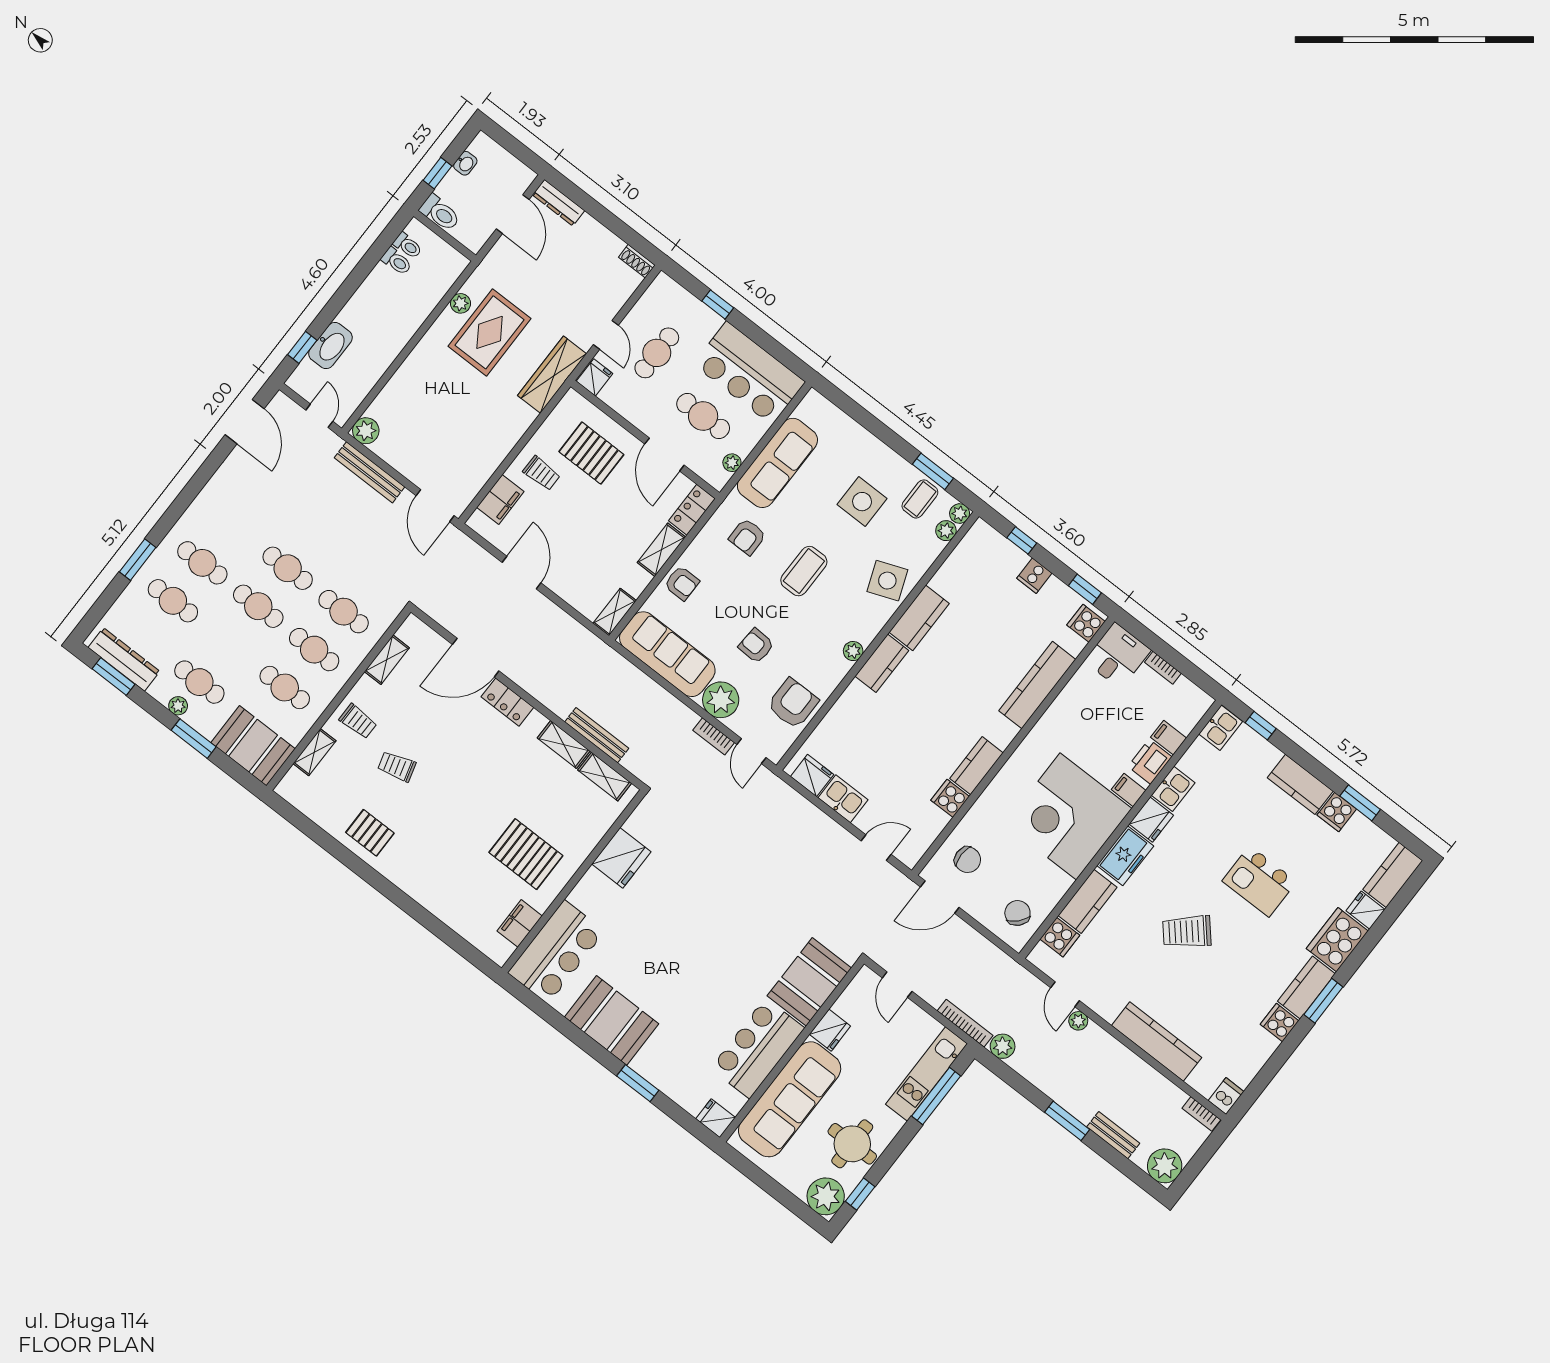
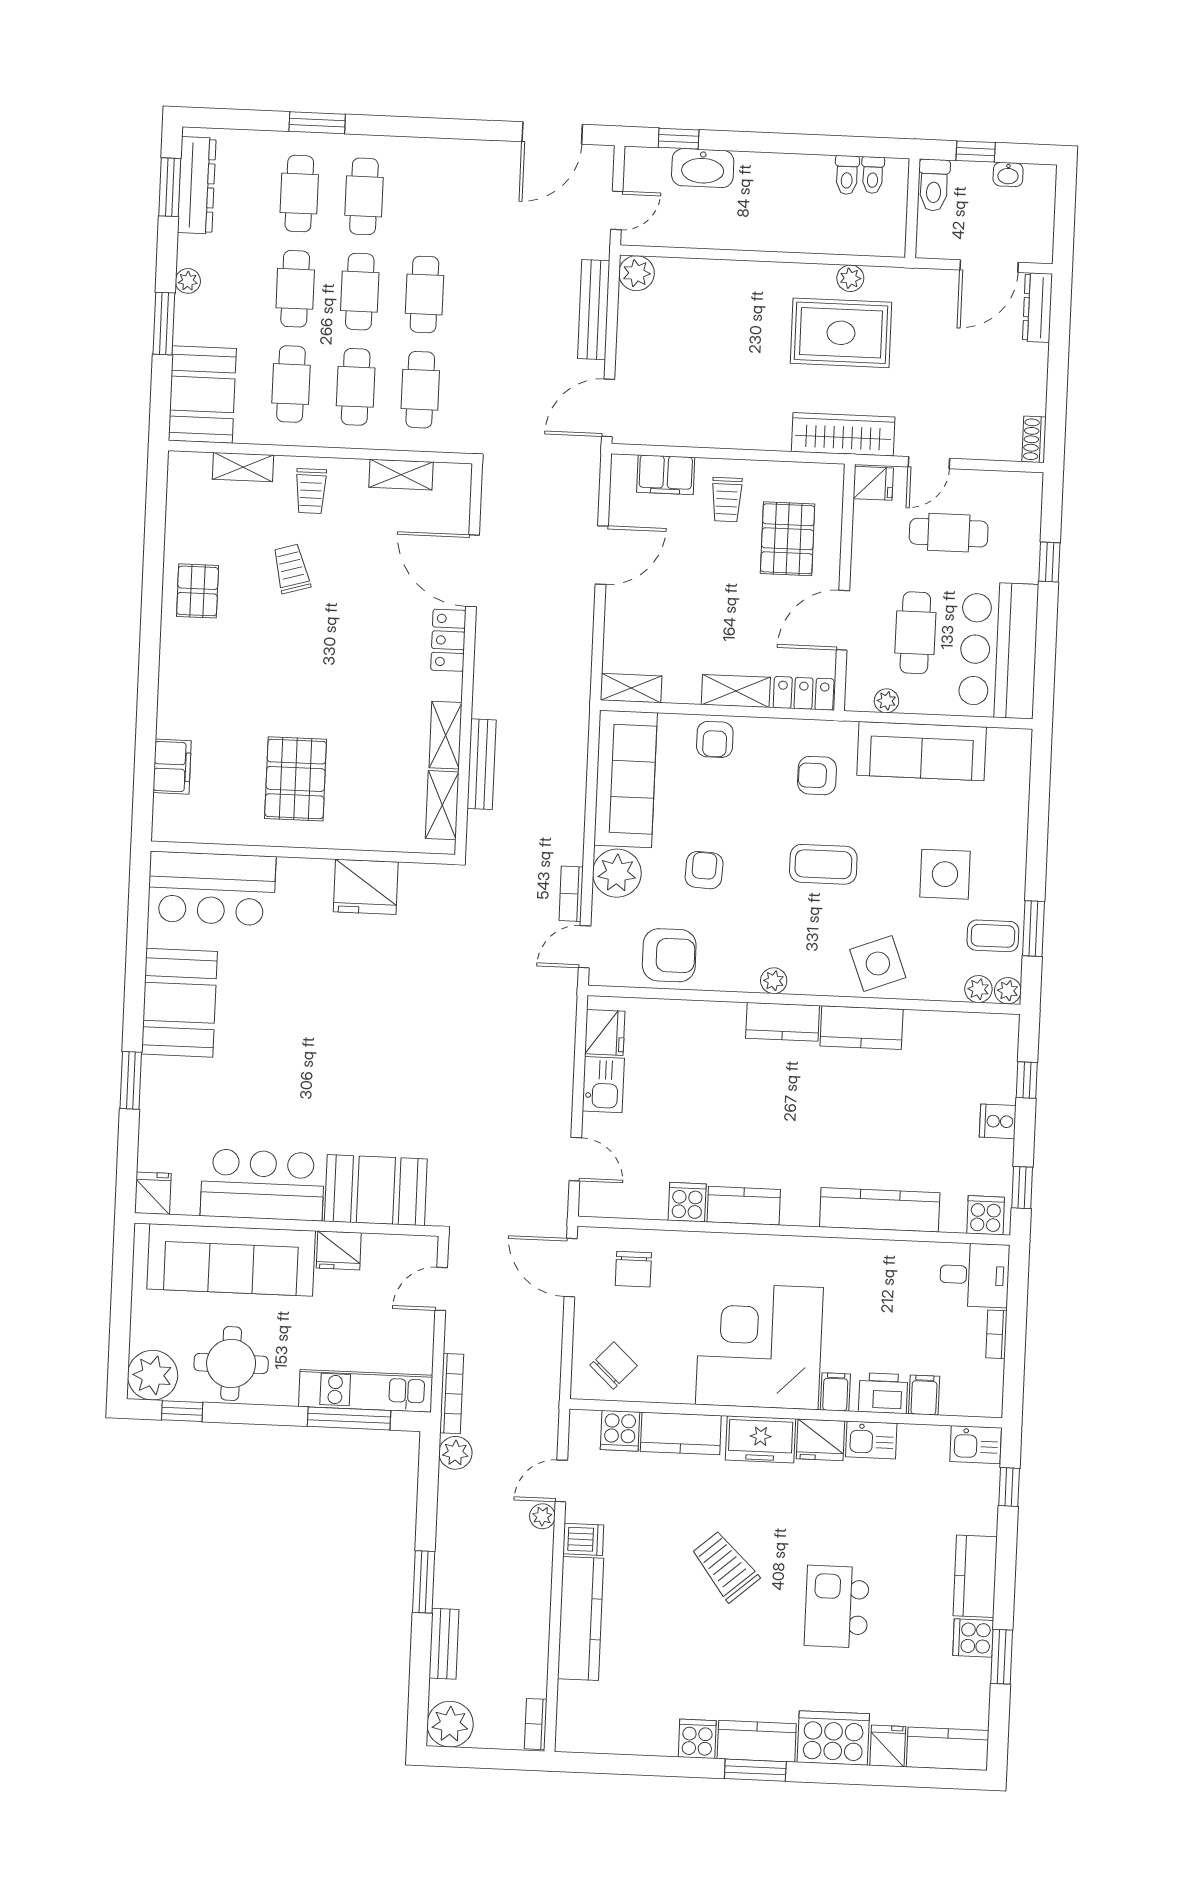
cafe table: (199, 682) -> (295, 289), moved
filing cabinet: (520, 923) -> (172, 767), moved, turned 90
dishwasher: (1226, 1096) -> (583, 1539), moved

